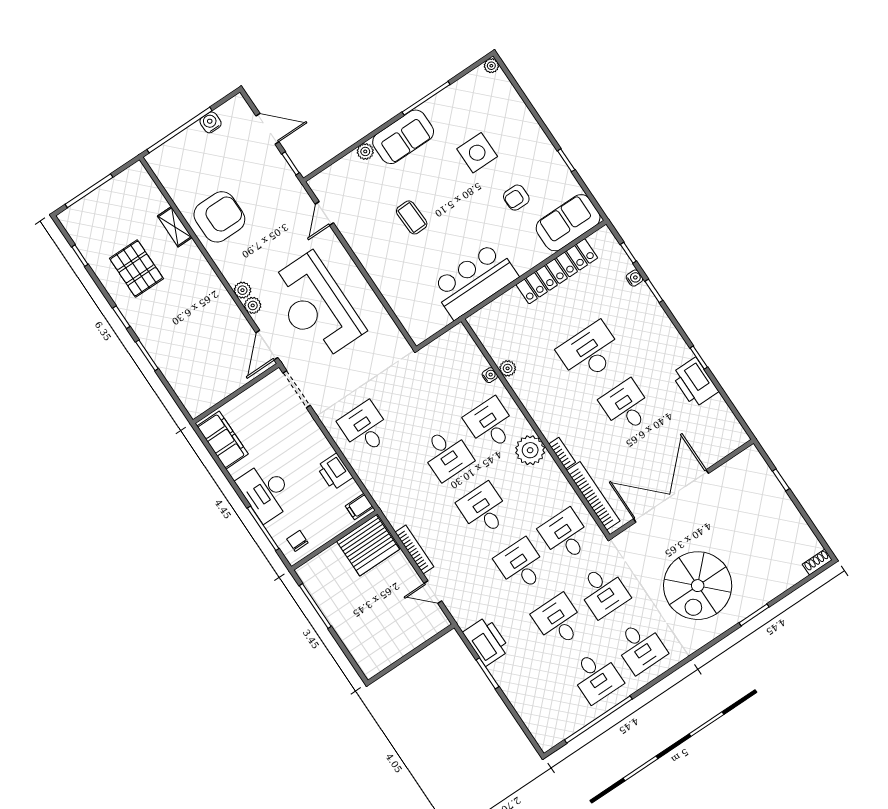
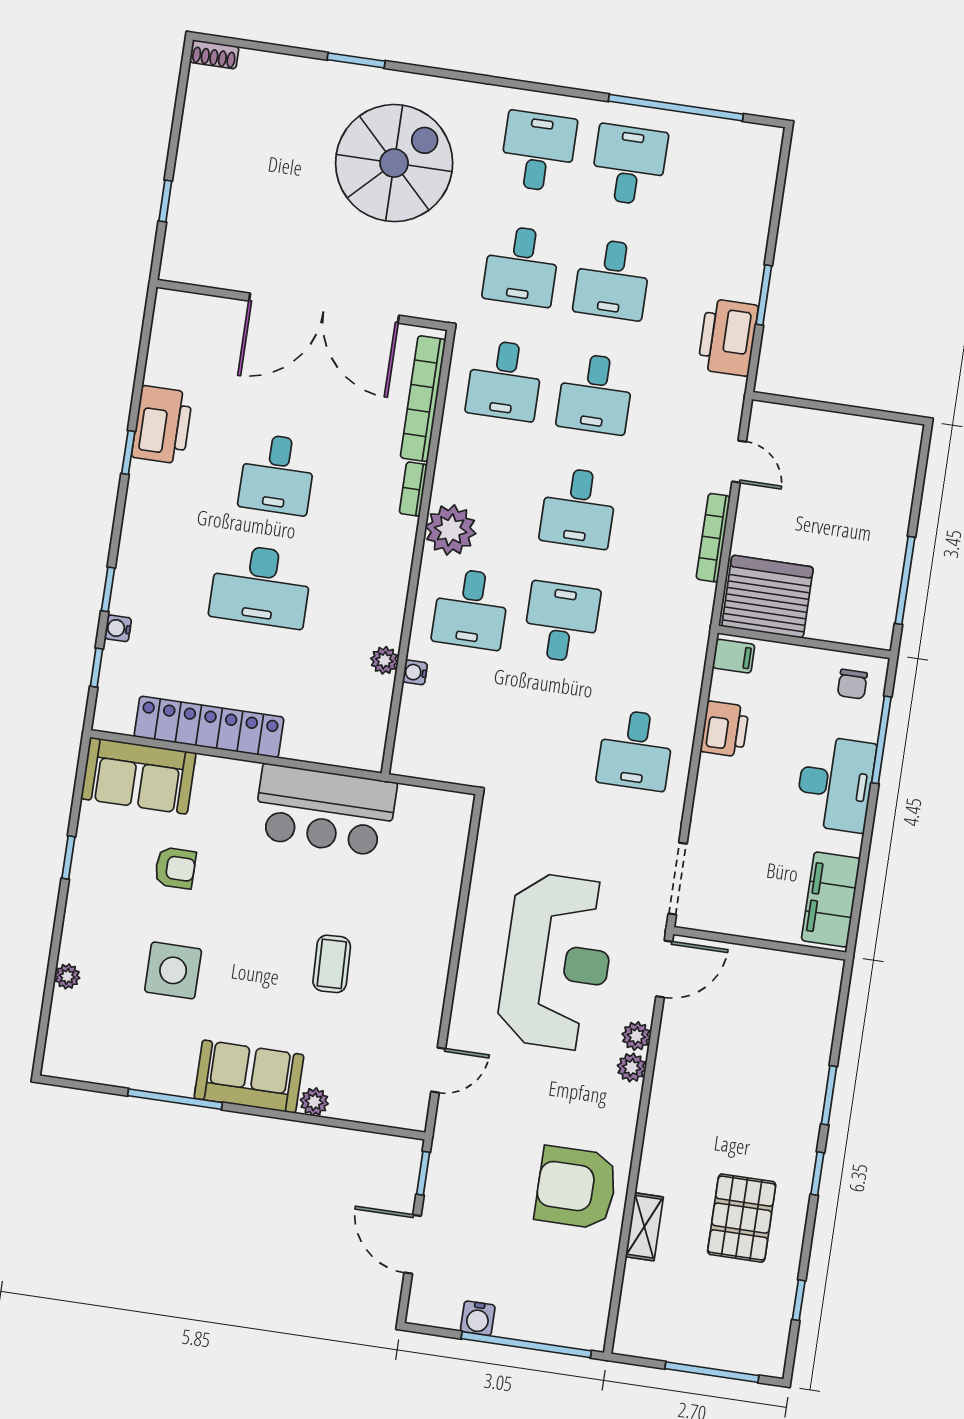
plant: (491, 66) -> (67, 976), moved
desk: (603, 591) -> (521, 266), turned 180

